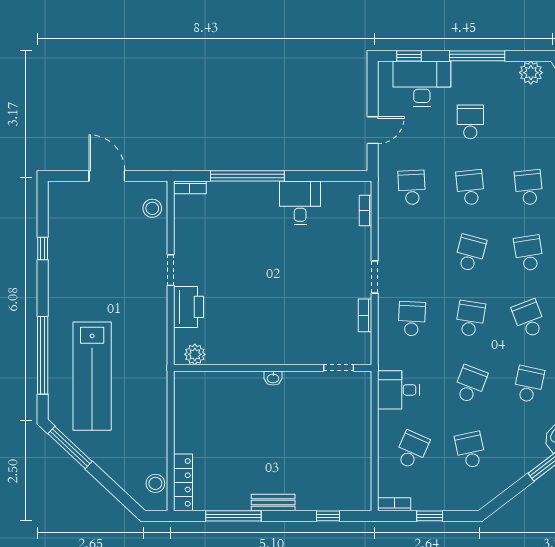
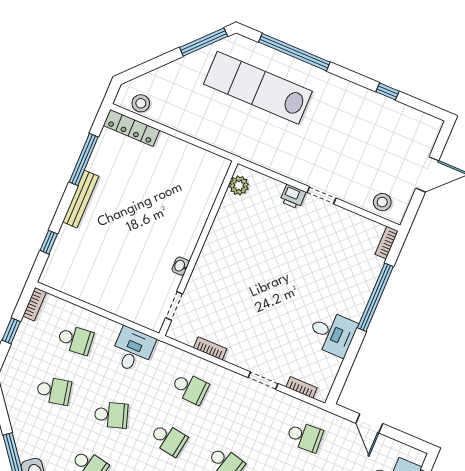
doorway: (375, 277) -> (263, 381), moved
printer: (188, 307) -> (293, 197), width x0.53, depth x0.68
washbasin: (273, 378) -> (180, 266), moved
school desk: (470, 384) -> (111, 415), turned -39
school desk: (412, 450) -> (75, 340), turned -30
bench: (273, 503) -> (81, 199), width x1.36

